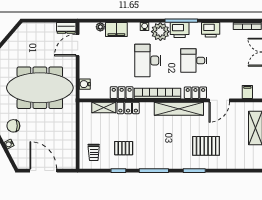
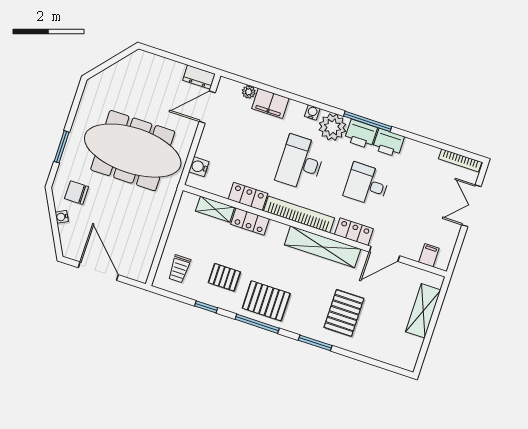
printer: (211, 30) -> (388, 143), moved
pallet: (206, 146) -> (344, 313), turned 90
pallet: (155, 154) -> (266, 301), added

